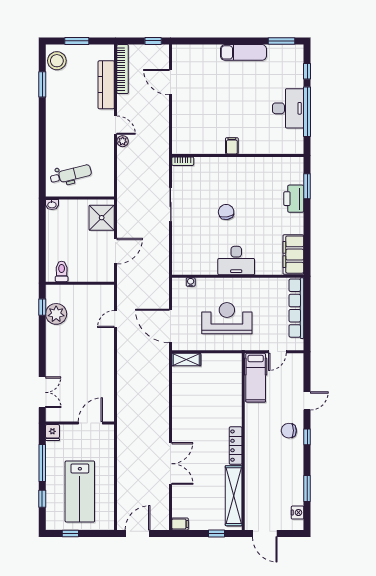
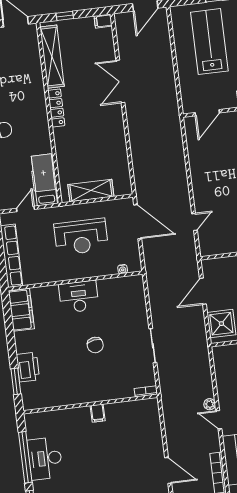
shelving: (186, 360) -> (91, 191), moved, width x1.50, depth x1.33

